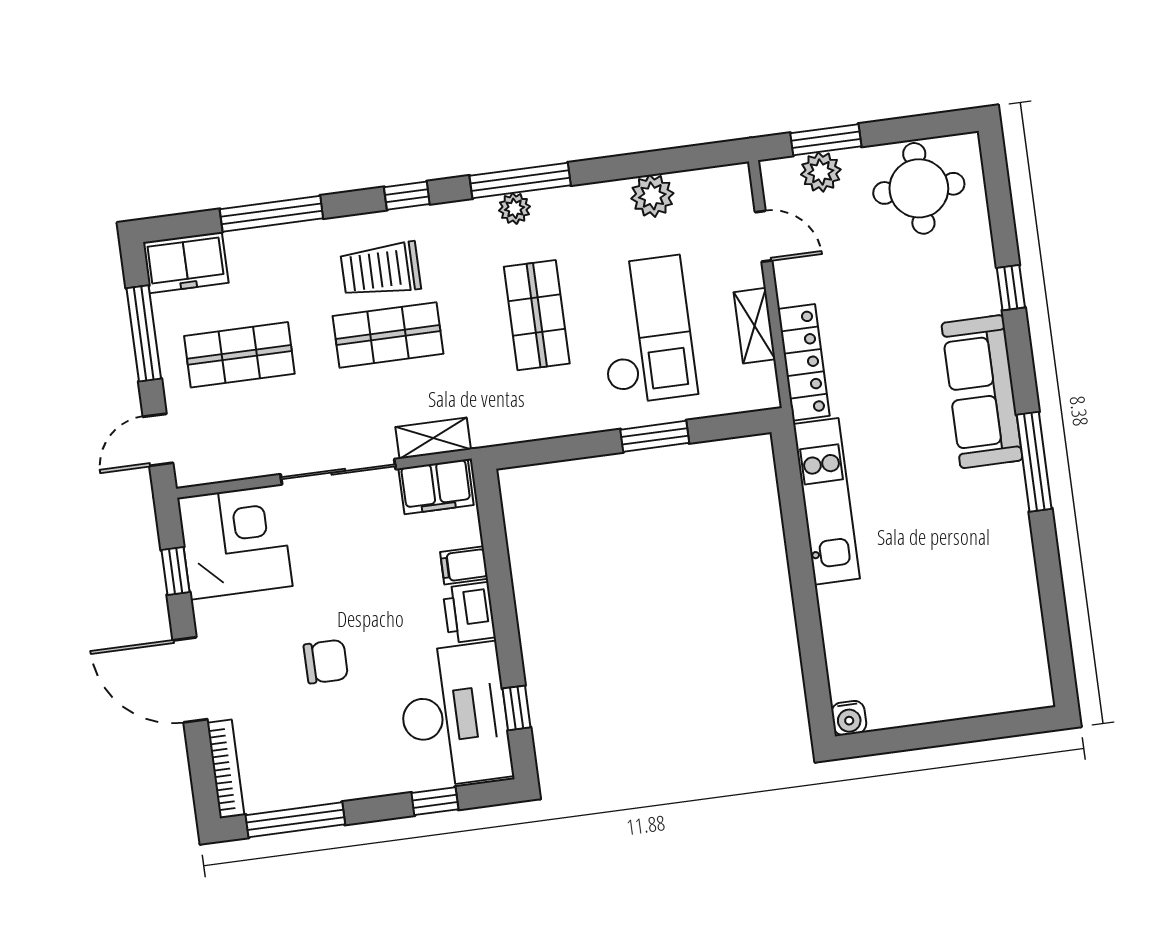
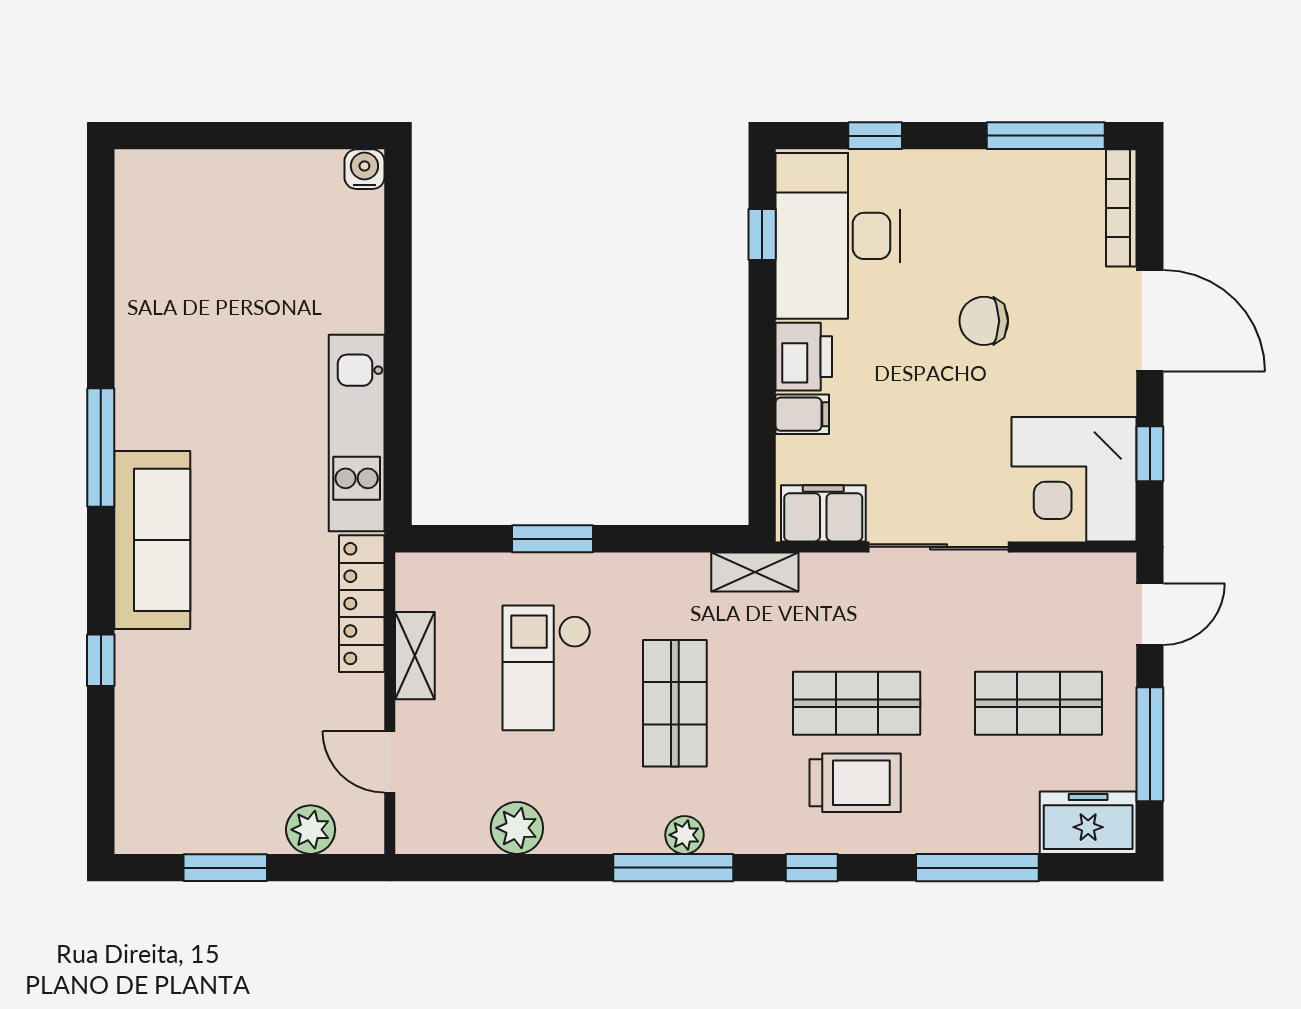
window: (826, 140) -> (225, 868), moved
round table: (919, 188) -> (195, 794), removed
checkout: (646, 330) -> (547, 668), width x0.73, depth x0.83
shelving: (433, 438) -> (755, 572), moved

